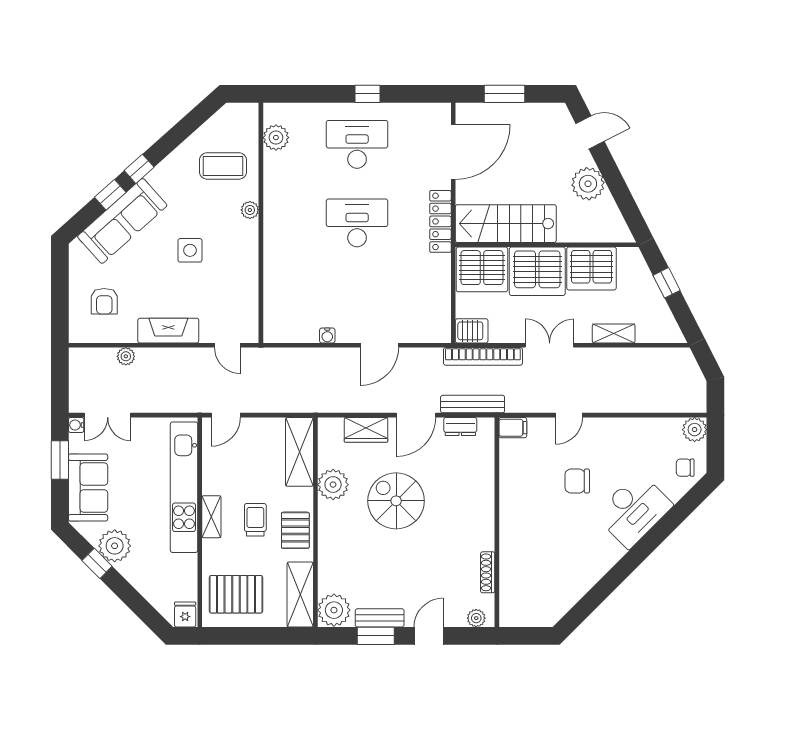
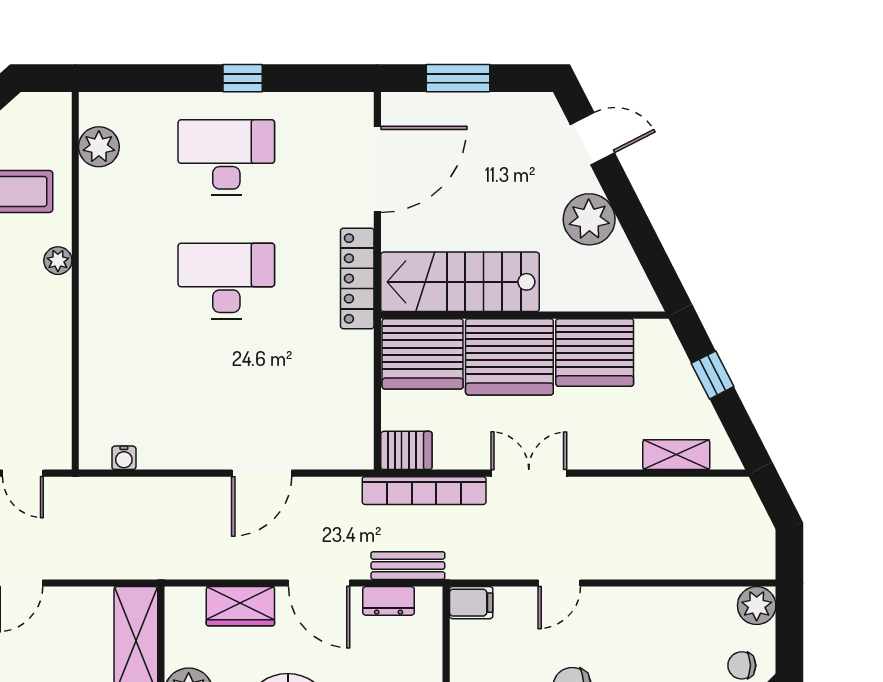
shelving: (614, 333) -> (676, 455), moved
water cooler: (327, 336) -> (124, 458), moved
bench: (473, 404) -> (408, 566), width x0.73
door: (416, 415) -> (319, 583), hinge flipped

